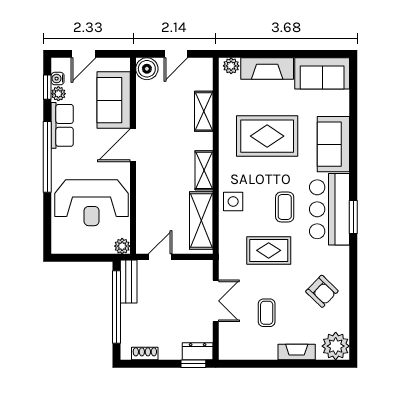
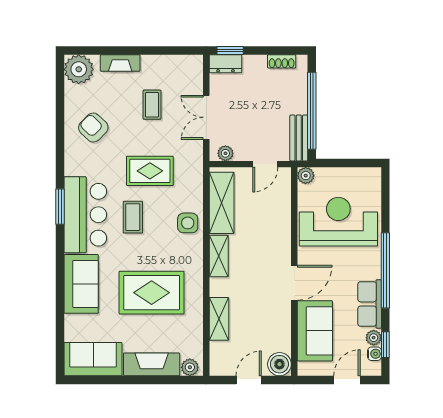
plant: (198, 267) -> (225, 153), added

